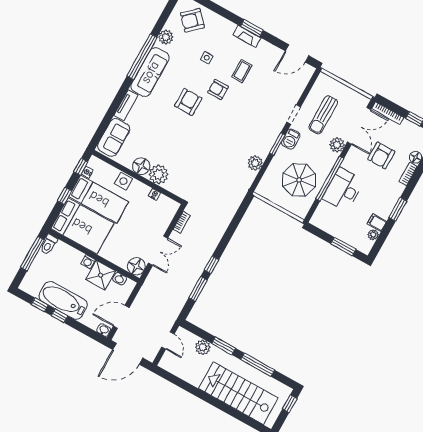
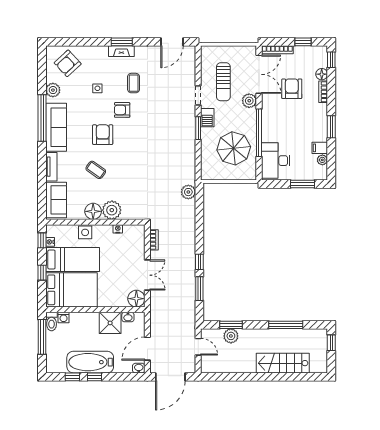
coffee table: (164, 130) -> (96, 170), added
armchair: (381, 155) -> (292, 89), turned 180
plant: (255, 163) -> (188, 192), moved
desk: (343, 190) -> (276, 161), moved
washing machine: (88, 262) -> (64, 317), moved
window: (224, 346) -> (231, 325), moved
stairs: (238, 393) -> (283, 363), width x0.73, depth x0.66

